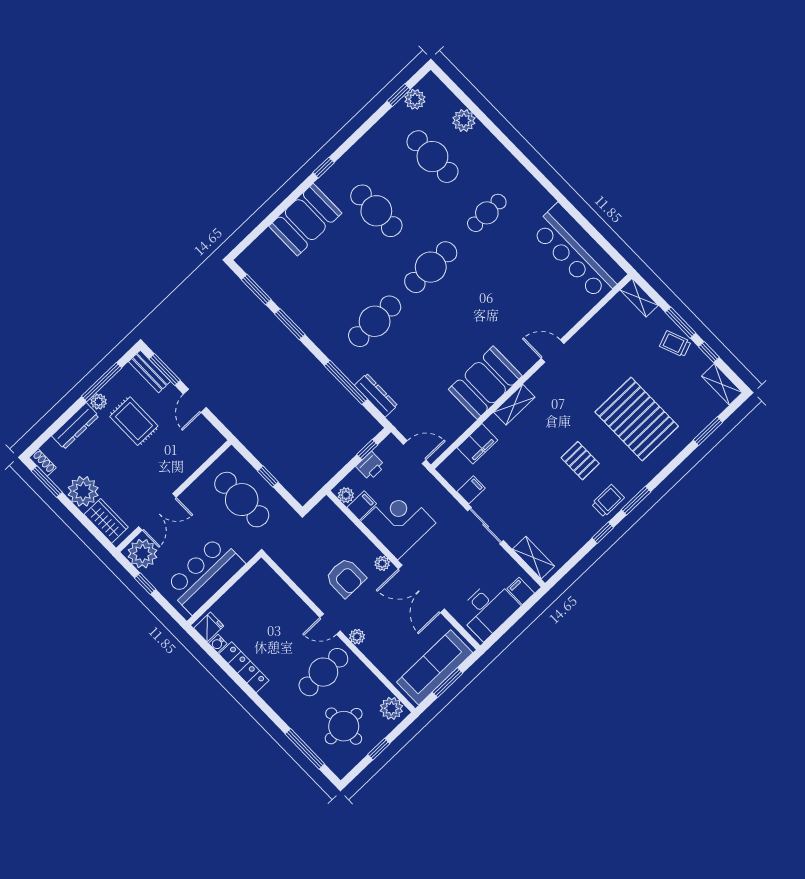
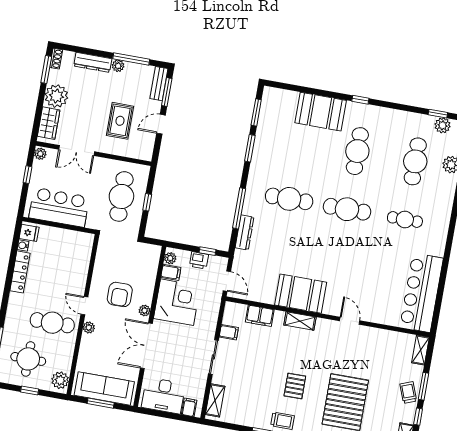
rug: (134, 421) -> (120, 121), moved
plant: (142, 554) -> (40, 154), width x0.53, depth x0.53

